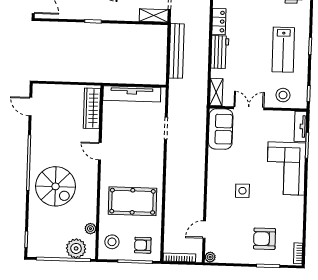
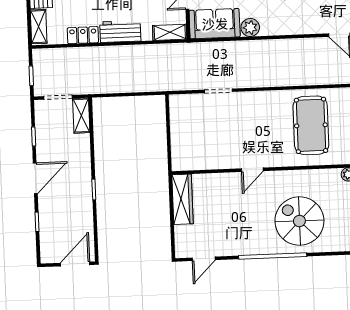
bench: (176, 51) -> (123, 85), removed
tv unit: (132, 94) -> (179, 136), removed
wardrobe: (92, 108) -> (182, 199), moved, turned -90
plant: (215, 158) -> (250, 27), added
spiral stairs: (56, 186) -> (299, 221), turned -90

